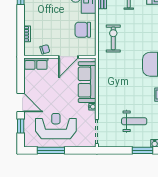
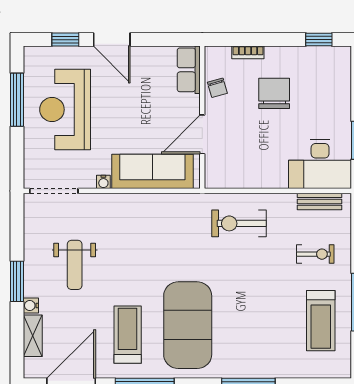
chair: (83, 30) -> (274, 93), moved
exercise bike: (113, 38) -> (239, 223), turned 180
door: (68, 57) -> (202, 134), hinge flipped
door: (21, 103) -> (112, 40), hinge flipped
reception desk: (56, 126) -> (65, 110), turned 180

